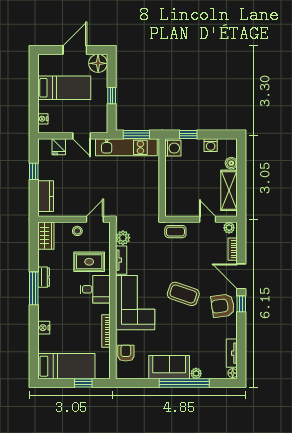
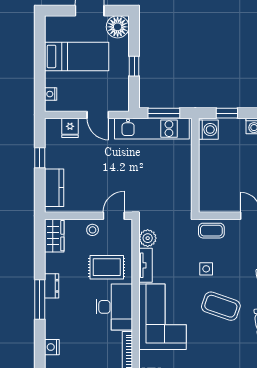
side table: (171, 263) -> (206, 269), added
desk: (95, 289) -> (114, 307), width x1.37

